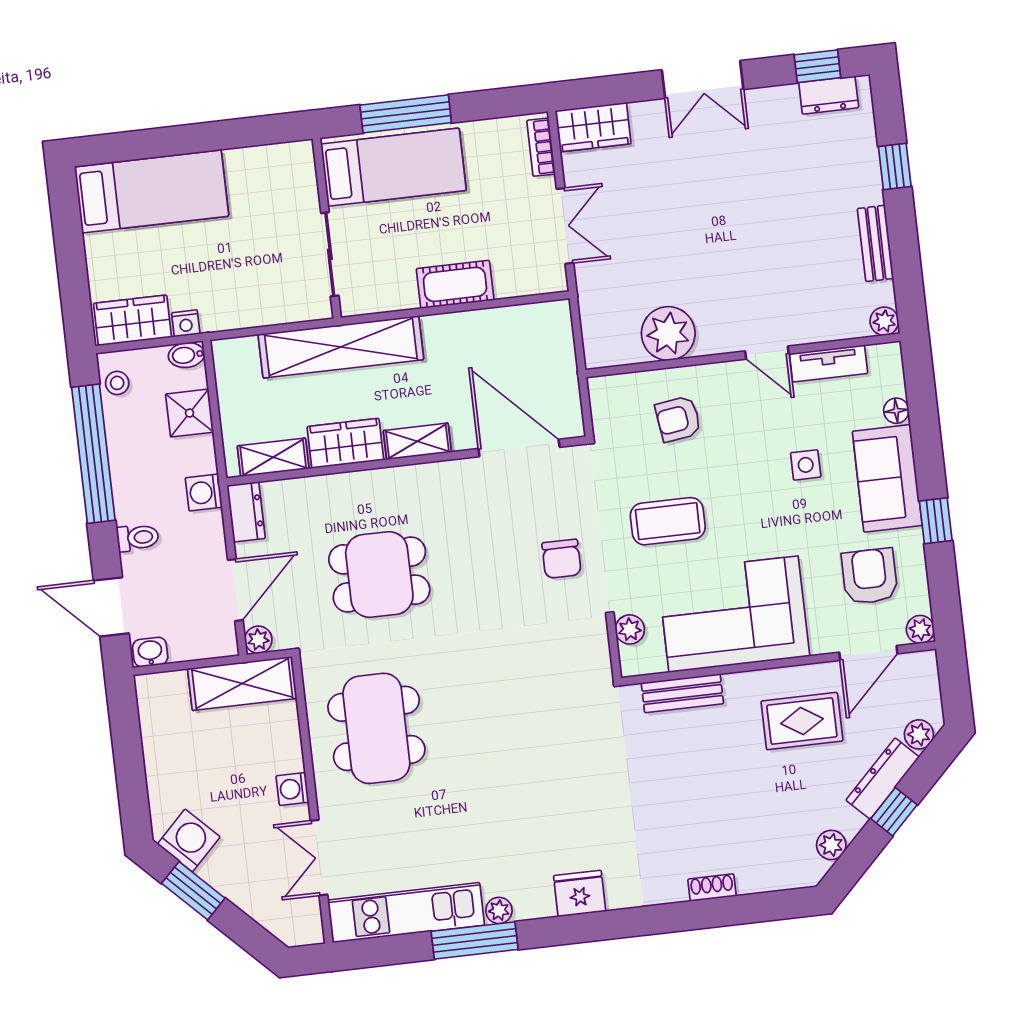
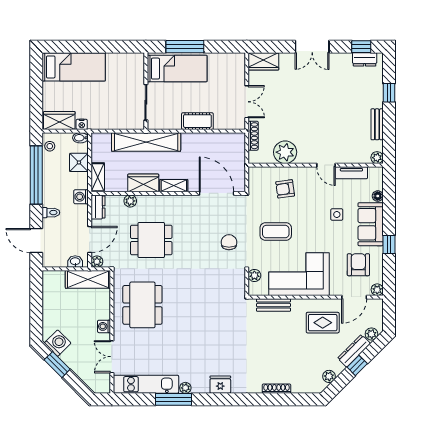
bookcase: (541, 147) -> (240, 67), removed
shoe rack: (589, 303) -> (253, 136), added
shelving: (273, 457) -> (98, 177), moved, turned 90
plant: (320, 489) -> (130, 201), added
chair: (562, 559) -> (229, 242), turned 180
washbasin: (150, 652) -> (75, 262), moved
shoe rack: (712, 888) -> (277, 389), width x1.43

